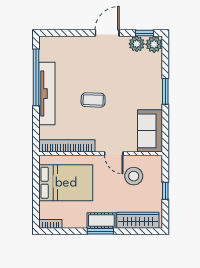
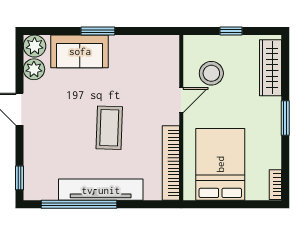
window: (145, 33) -> (20, 178), moved
coffee table: (93, 100) -> (109, 128), width x1.36, depth x1.30
sofa: (150, 131) -> (80, 51), moved
cot: (101, 220) -> (271, 117), removed

